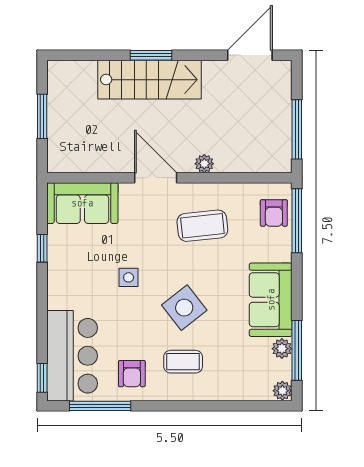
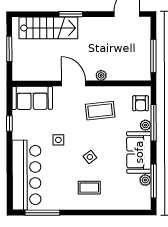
stairs: (150, 80) -> (48, 28), moved
window: (297, 221) -> (154, 123), moved
side table: (184, 308) -> (90, 157), width x0.54, depth x0.54
bar counter: (72, 356) -> (26, 175), width x1.36
armchair: (132, 374) -> (60, 194), removed
window: (42, 378) -> (10, 197), removed
plant: (282, 391) -> (145, 125), moved

